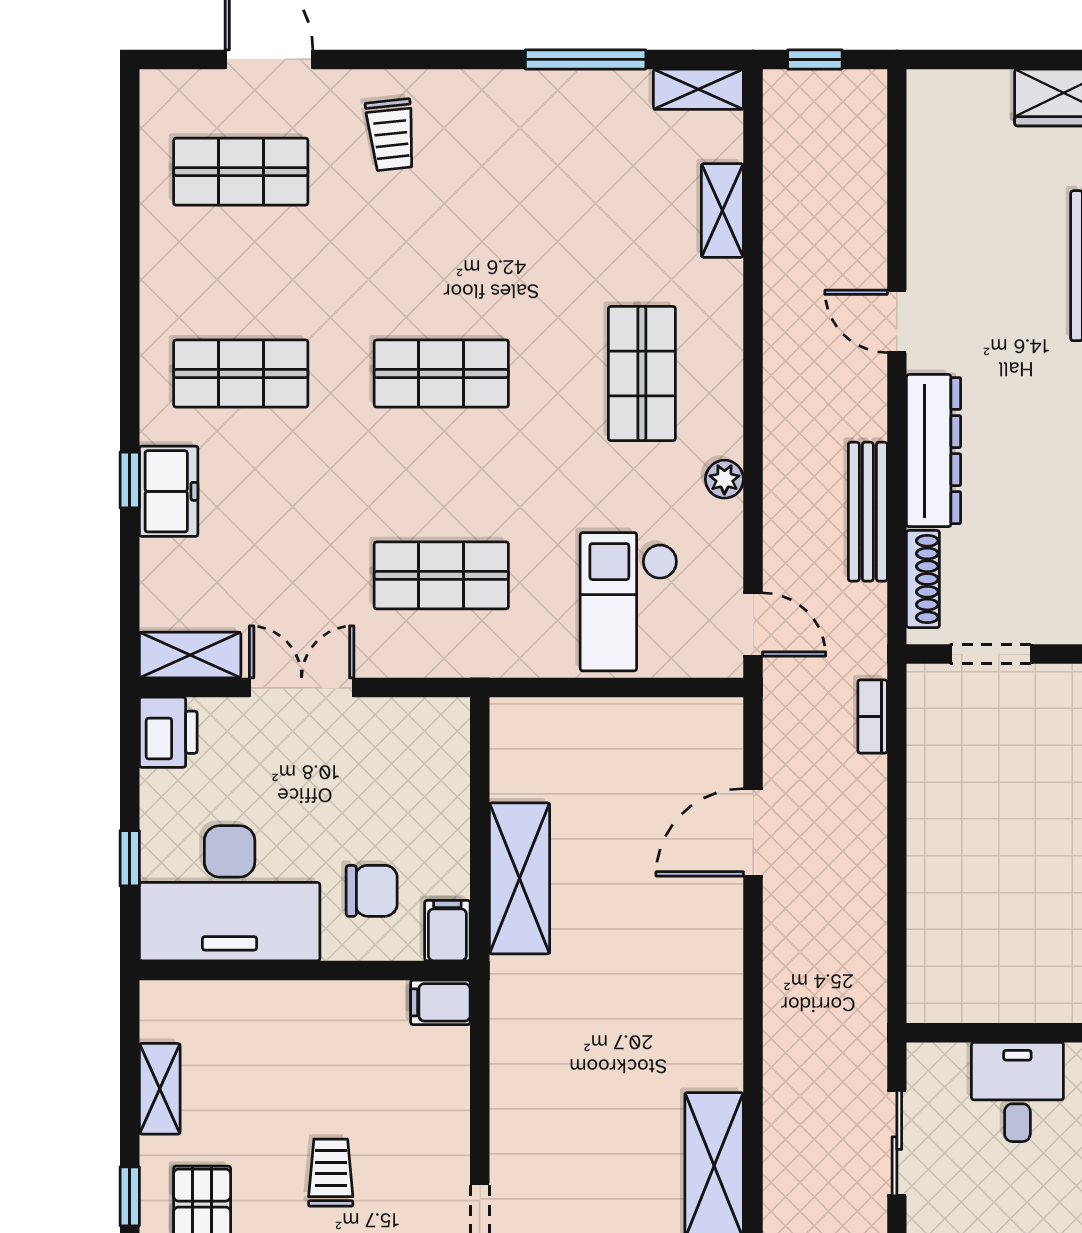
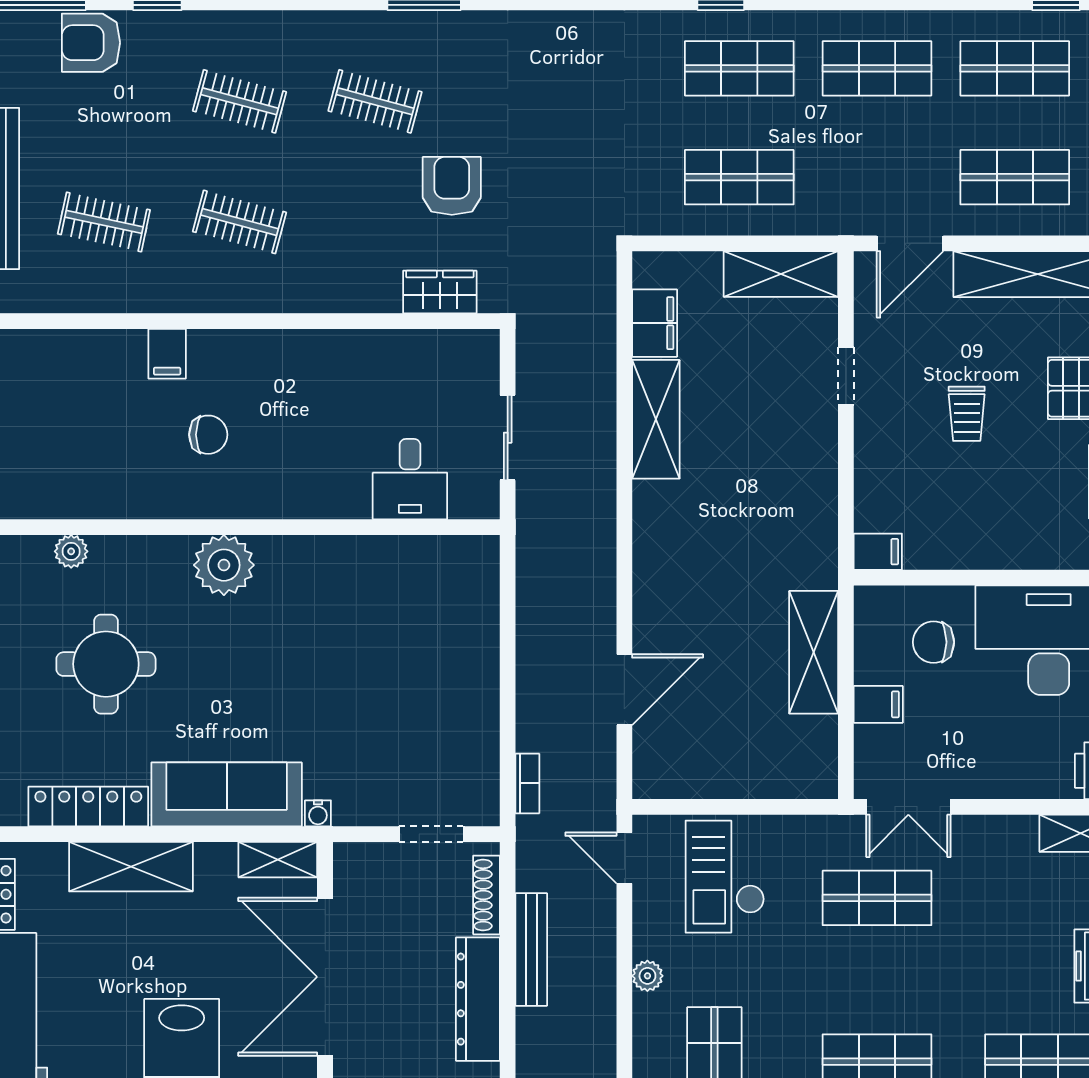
checkout: (629, 602) -> (725, 877), turned 180
double door: (302, 688) -> (908, 807), moved
filing cabinet: (447, 931) -> (878, 704), moved, turned -90

